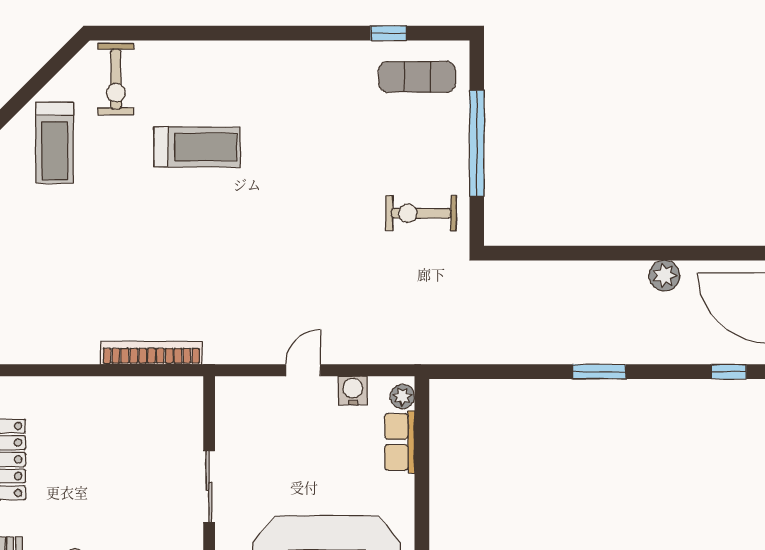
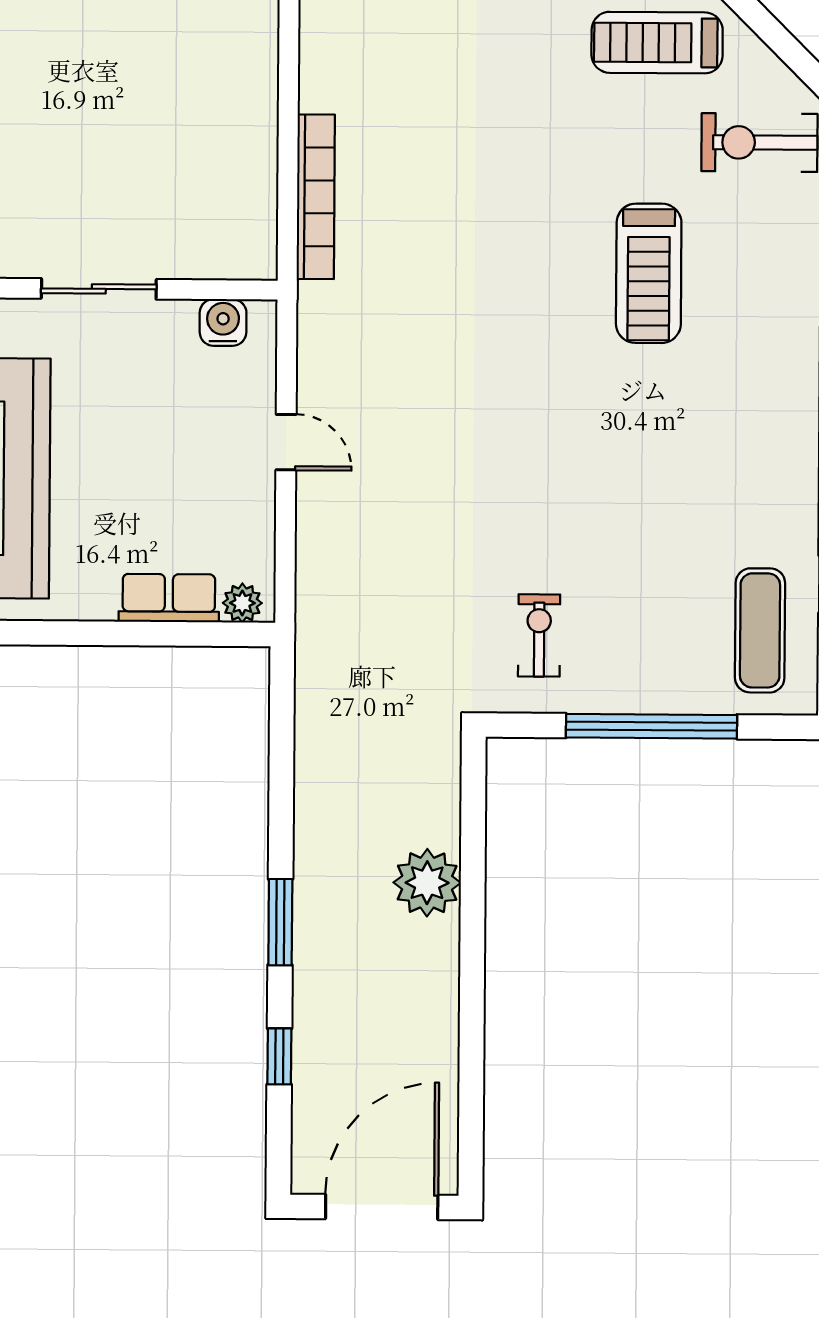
exercise bike: (421, 213) -> (539, 635), width x0.73, depth x0.72
plant: (664, 276) -> (427, 883), moved, width x1.36, depth x1.36
window: (729, 372) -> (279, 1056), moved
water cooler: (353, 390) -> (223, 322), moved, turned -90

